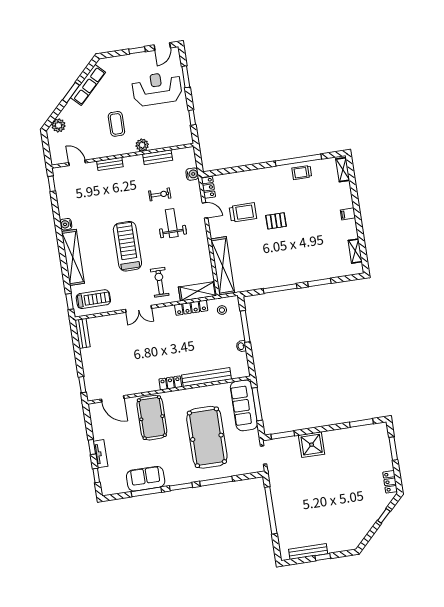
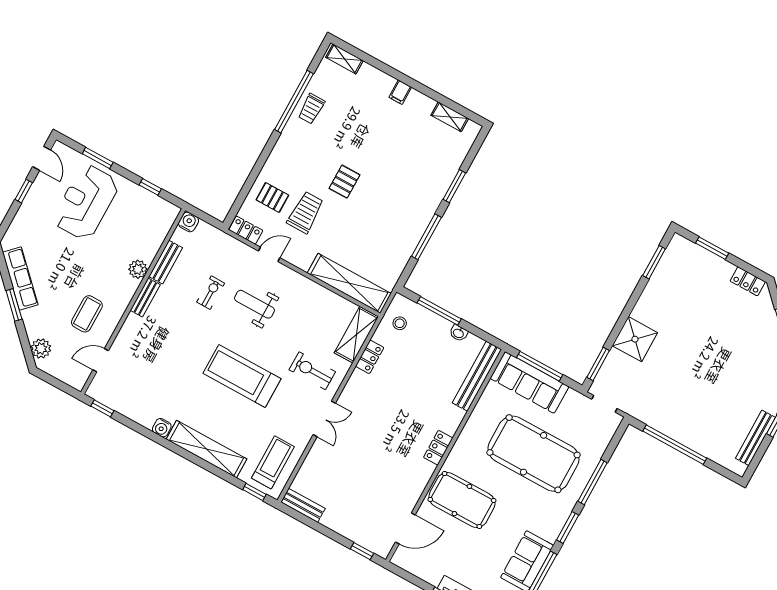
coffee table: (116, 124) -> (87, 314), moved, turned 90
bench: (110, 164) -> (145, 298), moved
water cooler: (192, 174) -> (189, 222), moved
pallet: (237, 188) -> (272, 197), added
locker: (191, 308) -> (370, 357), width x0.66
bench: (206, 377) -> (477, 376), moved

